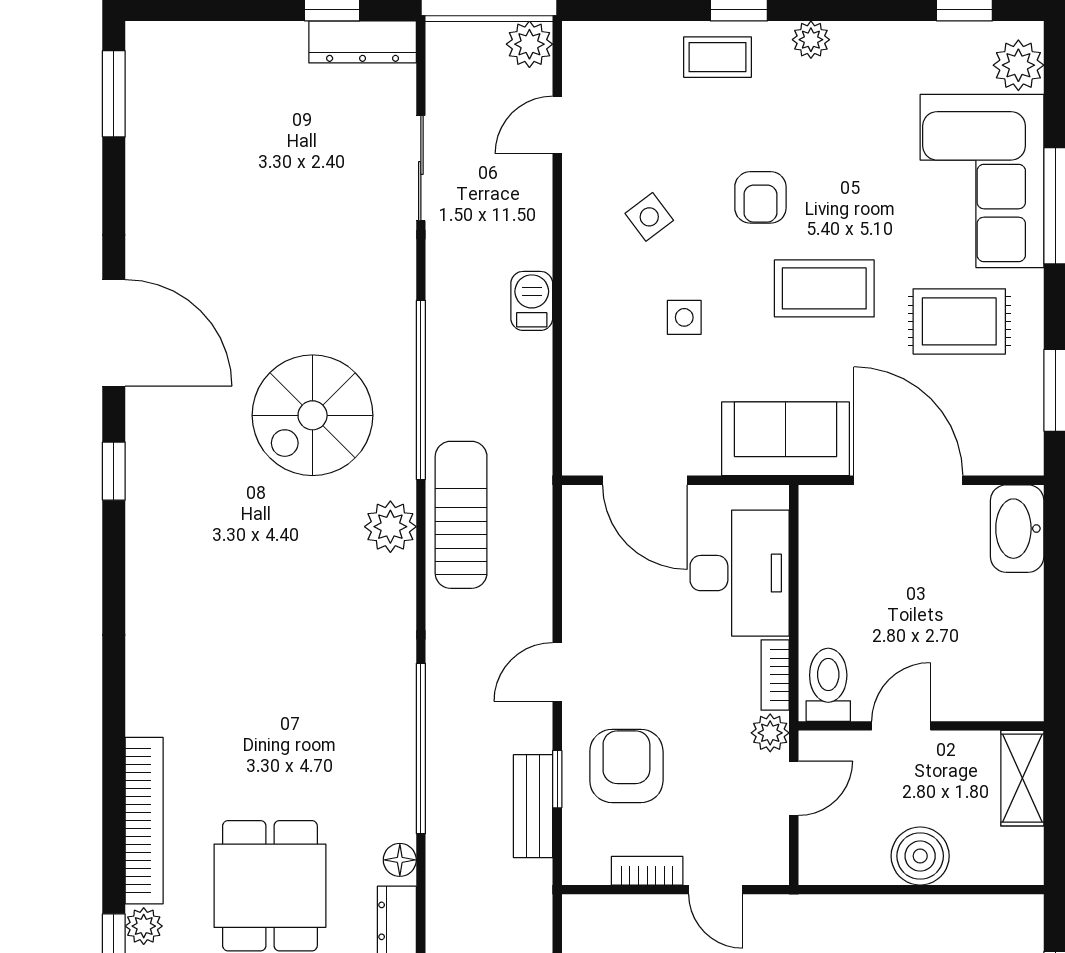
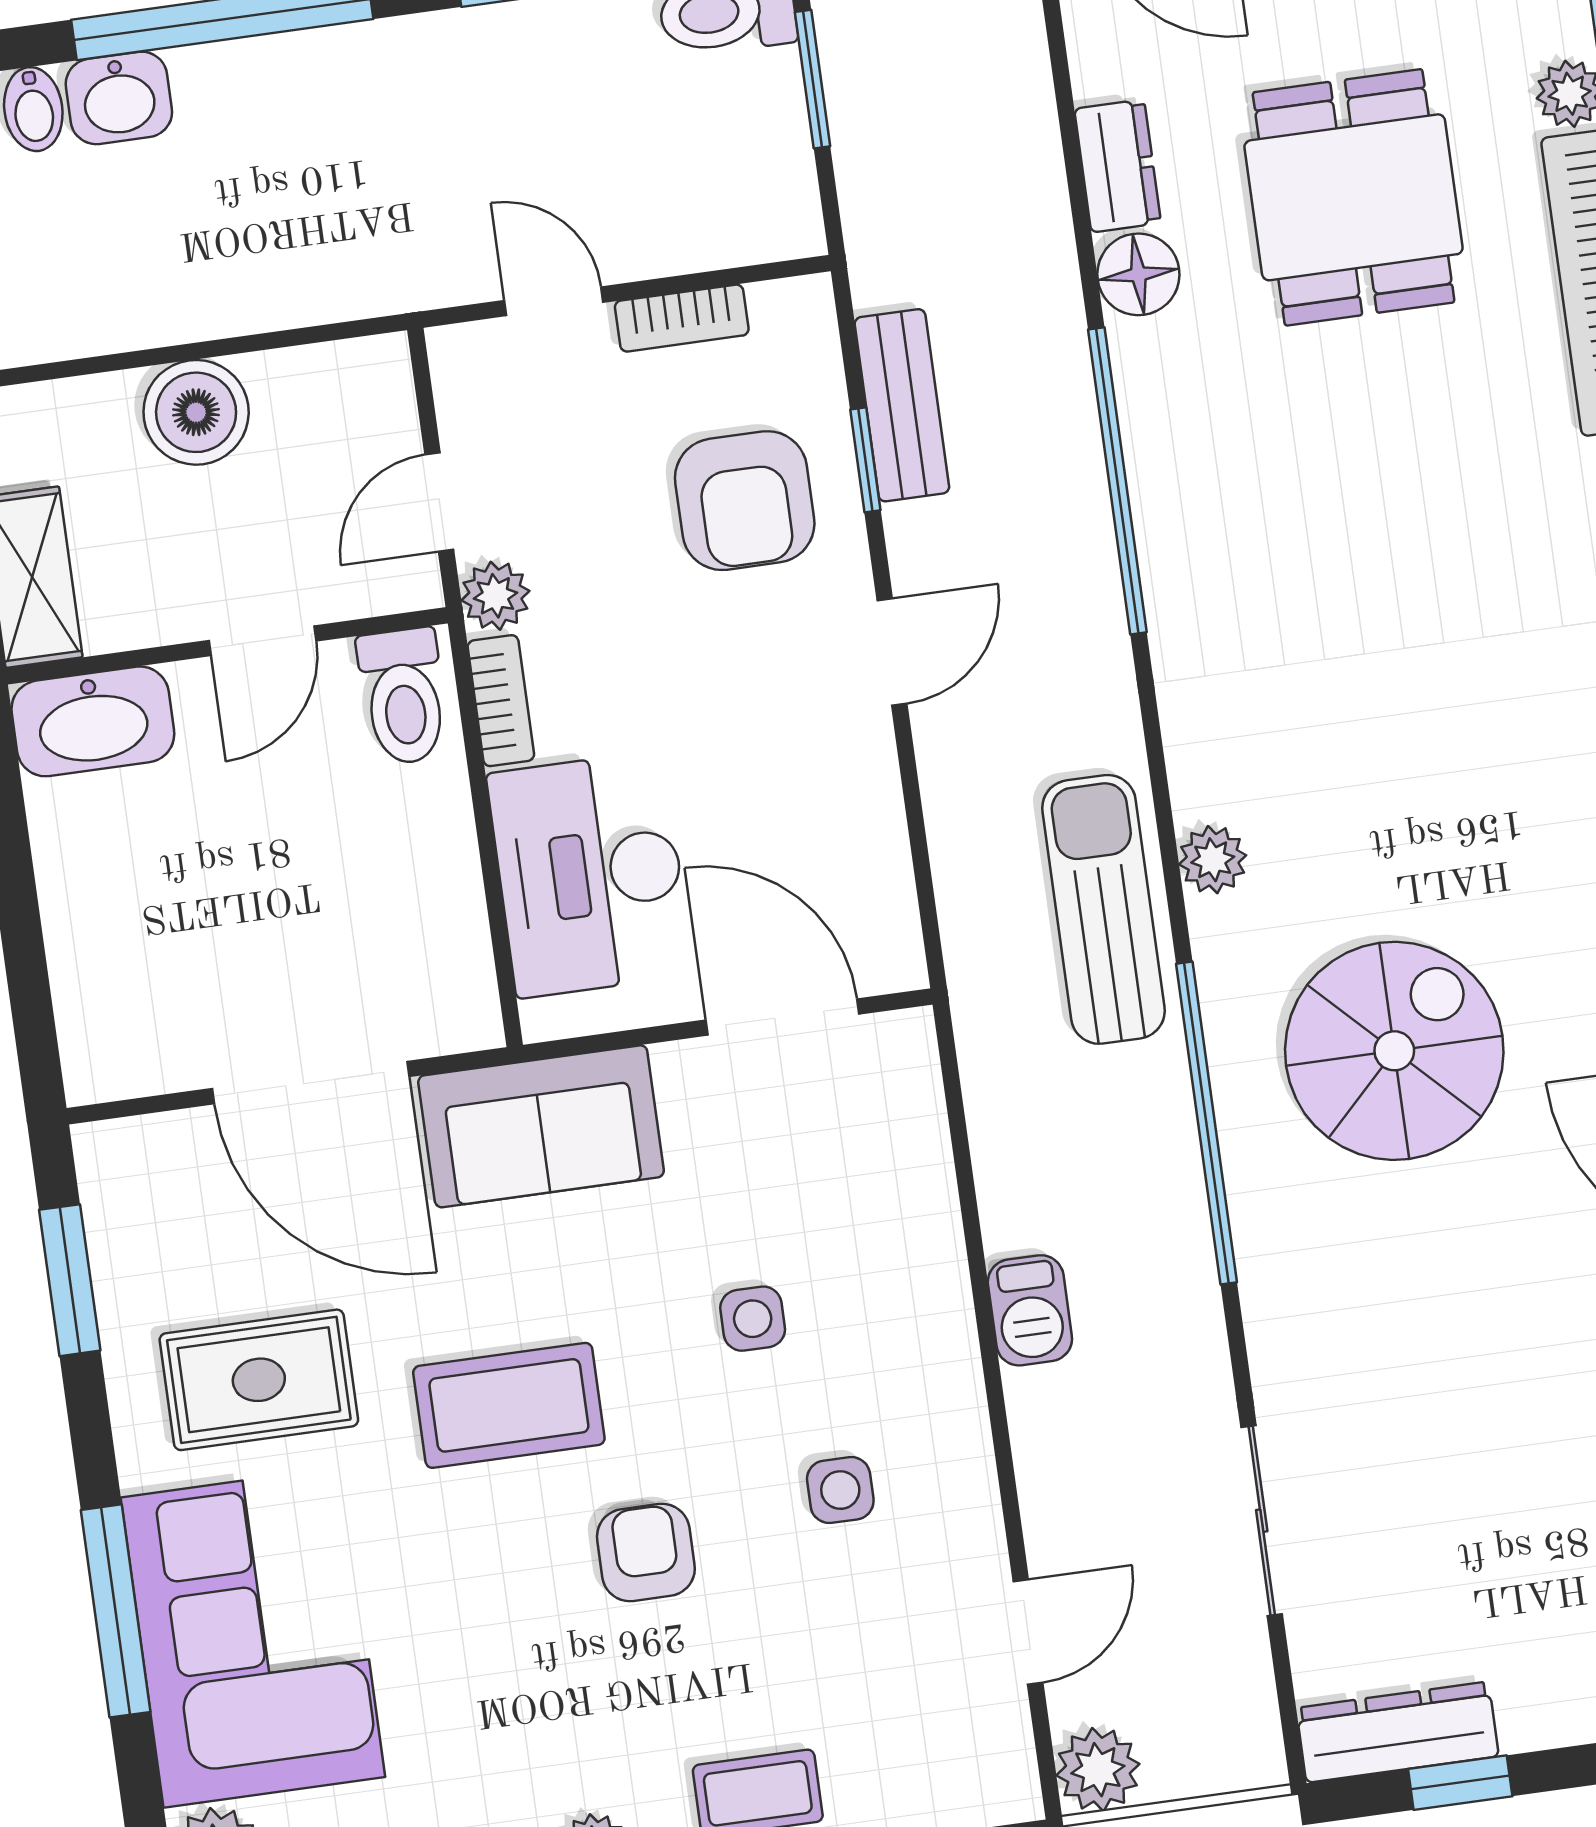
side table: (649, 217) -> (840, 1490), turned 37
sun lounger: (461, 515) -> (1103, 909), turned 180
plant: (390, 527) -> (1213, 860), width x0.73, depth x0.73
washbasin: (1017, 529) -> (93, 721), moved, turned 90
floor lamp: (400, 860) -> (1138, 274), width x1.37, depth x1.37

